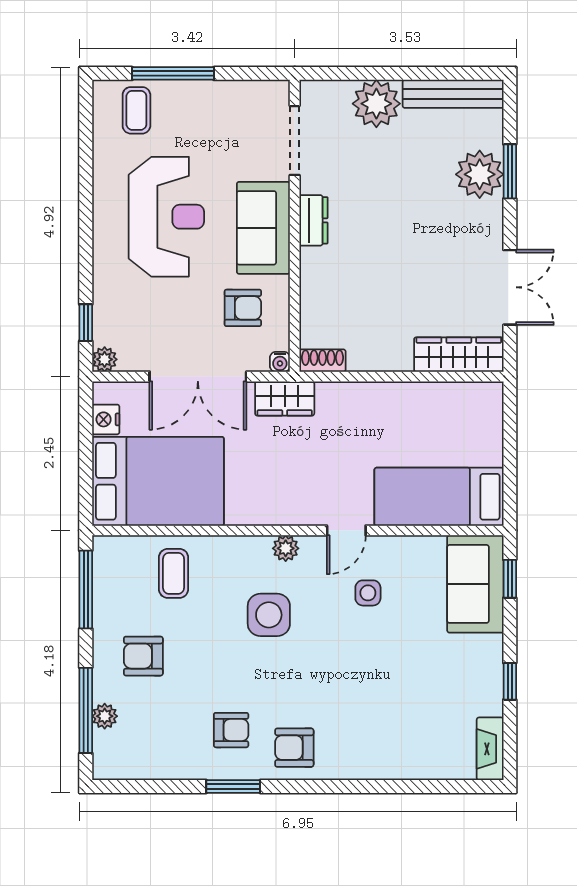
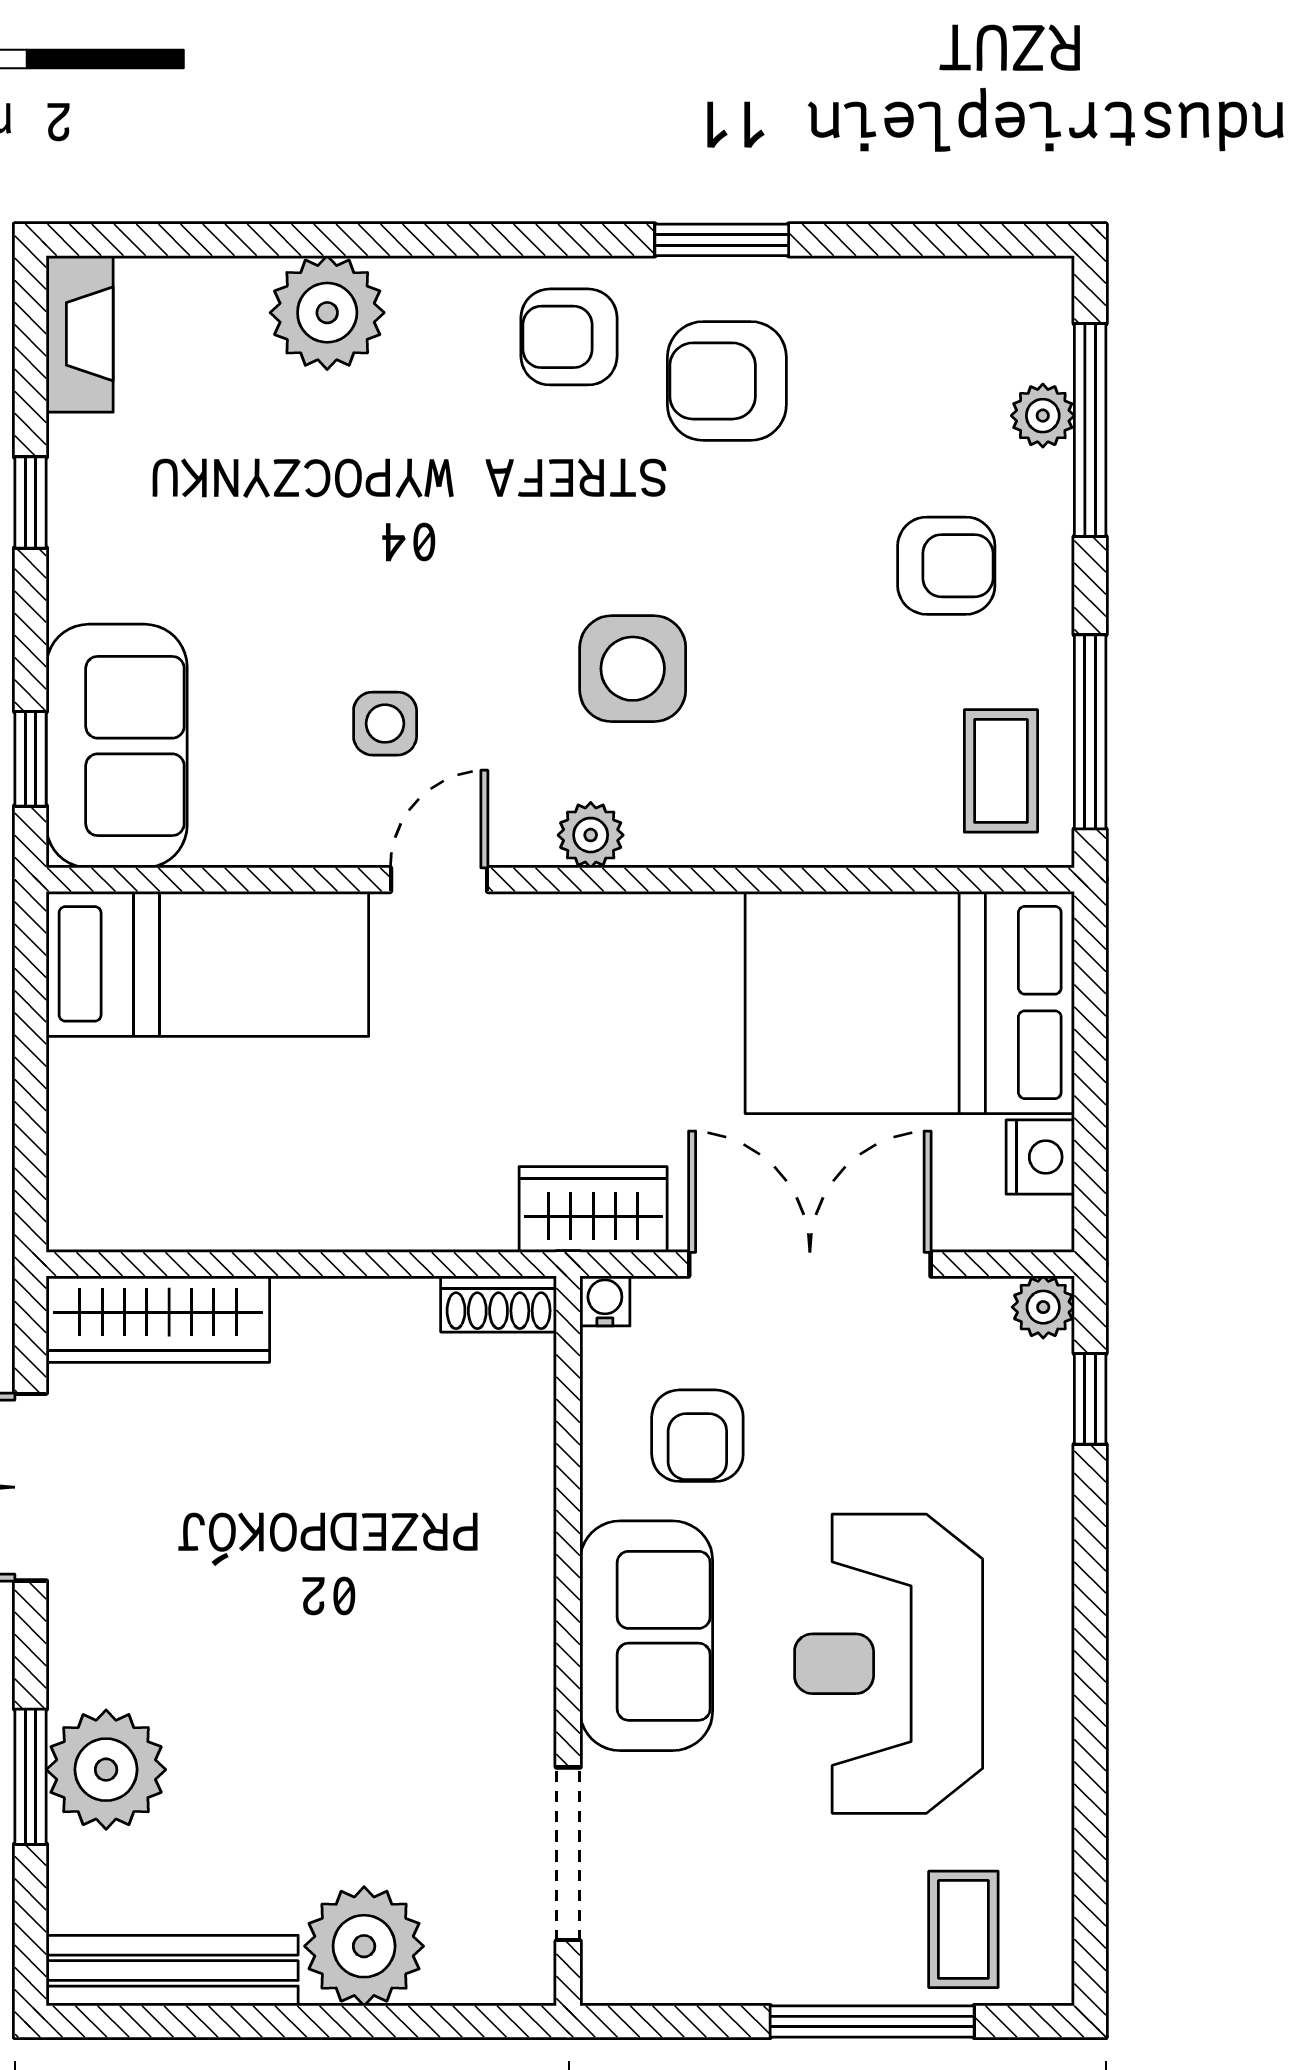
dresser: (314, 220) -> (521, 1654), removed
armchair: (243, 308) -> (697, 1436), turned -90
coffee table: (174, 573) -> (1001, 771), moved
armchair: (231, 730) -> (727, 381), width x1.38, depth x1.38
armchair: (294, 748) -> (569, 337), turned 180
plant: (391, 757) -> (327, 313), added

